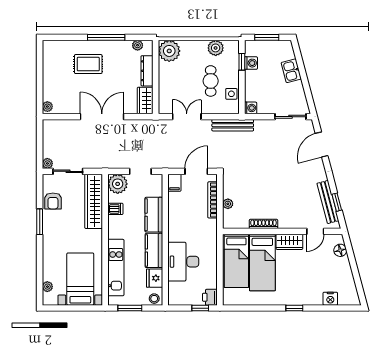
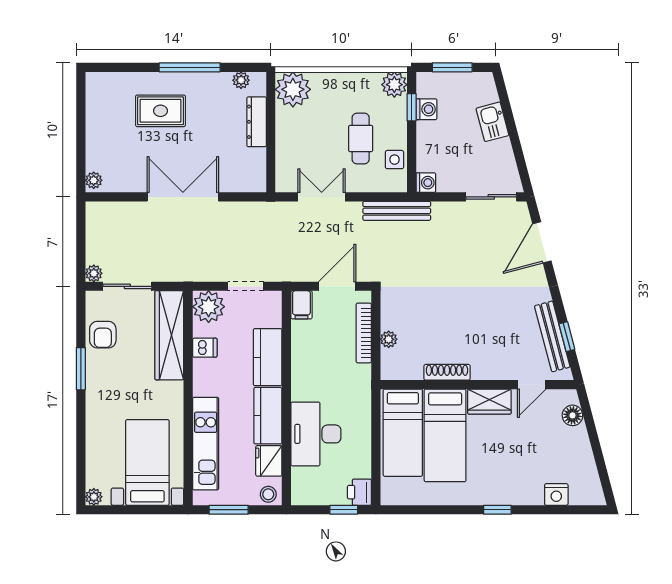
plant: (216, 48) -> (394, 85), moved
wardrobe: (145, 101) -> (254, 170), removed
plant: (47, 287) -> (94, 497), moved

